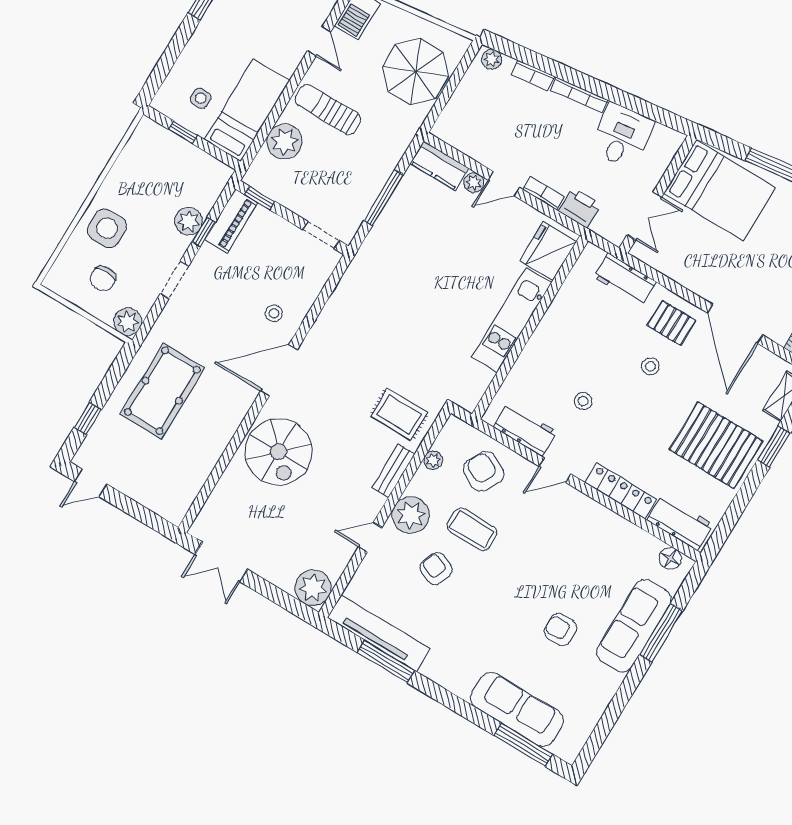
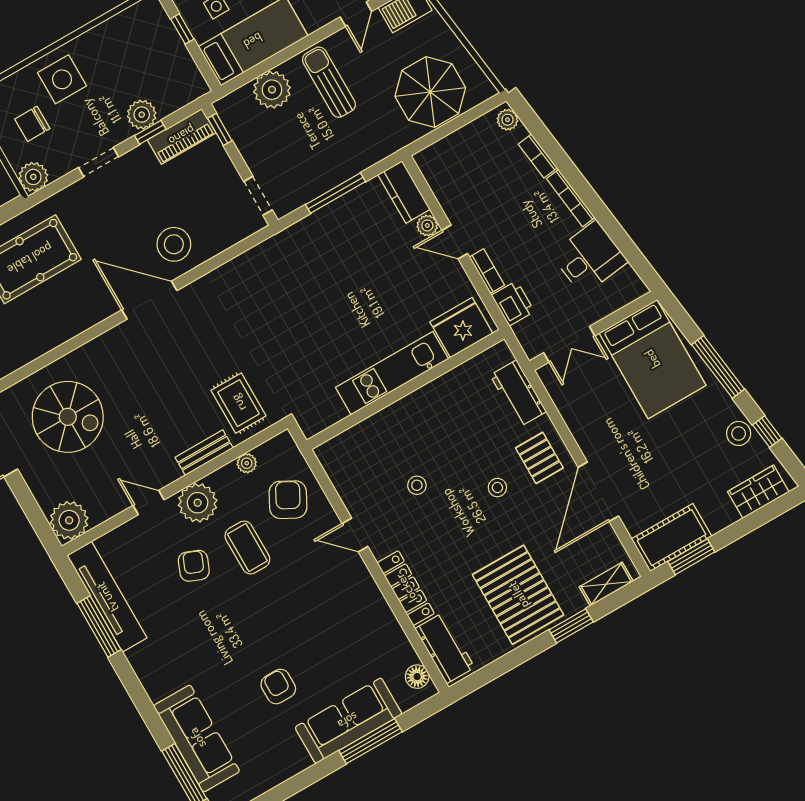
stool: (274, 313) -> (174, 244), width x1.89, depth x1.89
workbench: (525, 429) -> (348, 482), removed
spiral stairs: (279, 452) -> (68, 417), moved, turned -90

